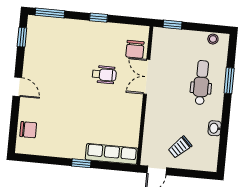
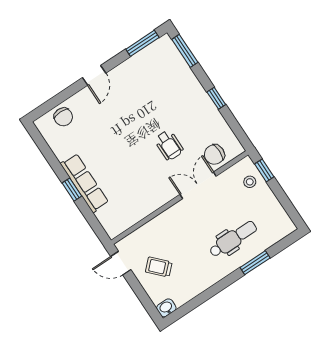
window: (22, 37) -> (142, 43), width x1.50
stool: (213, 39) -> (250, 182), moved
washbasin: (215, 128) -> (166, 308), moved
row of seats: (112, 154) -> (84, 183), moved

